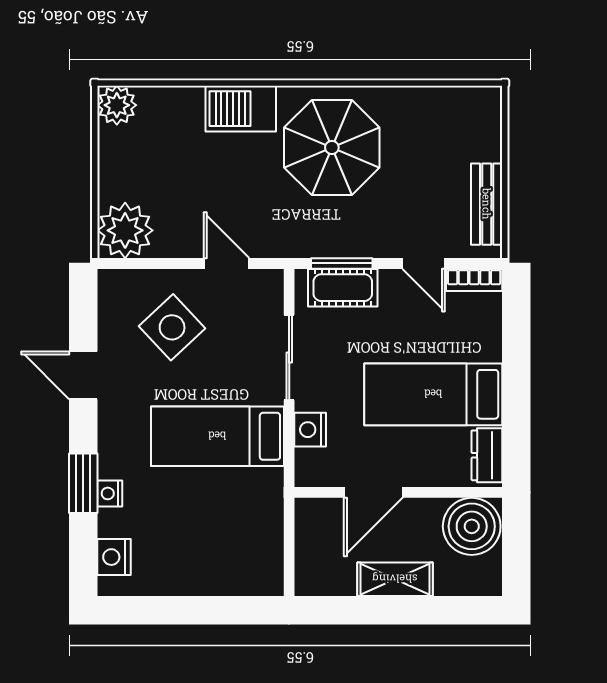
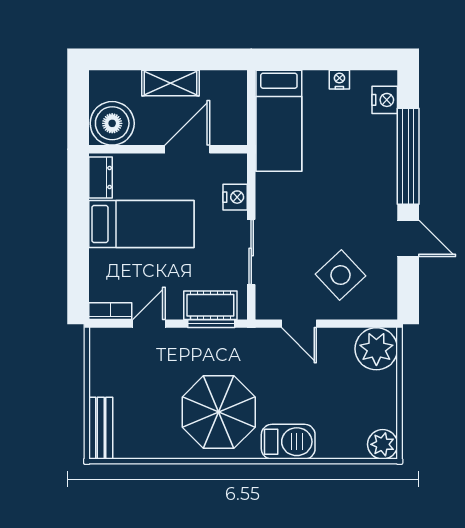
bench: (487, 204) -> (101, 428), moved
door: (424, 263) -> (149, 324), hinge flipped
bed: (217, 436) -> (279, 121), moved, turned 90
window: (83, 483) -> (408, 156), width x2.11
nightstand: (110, 493) -> (339, 80), moved, turned -90

